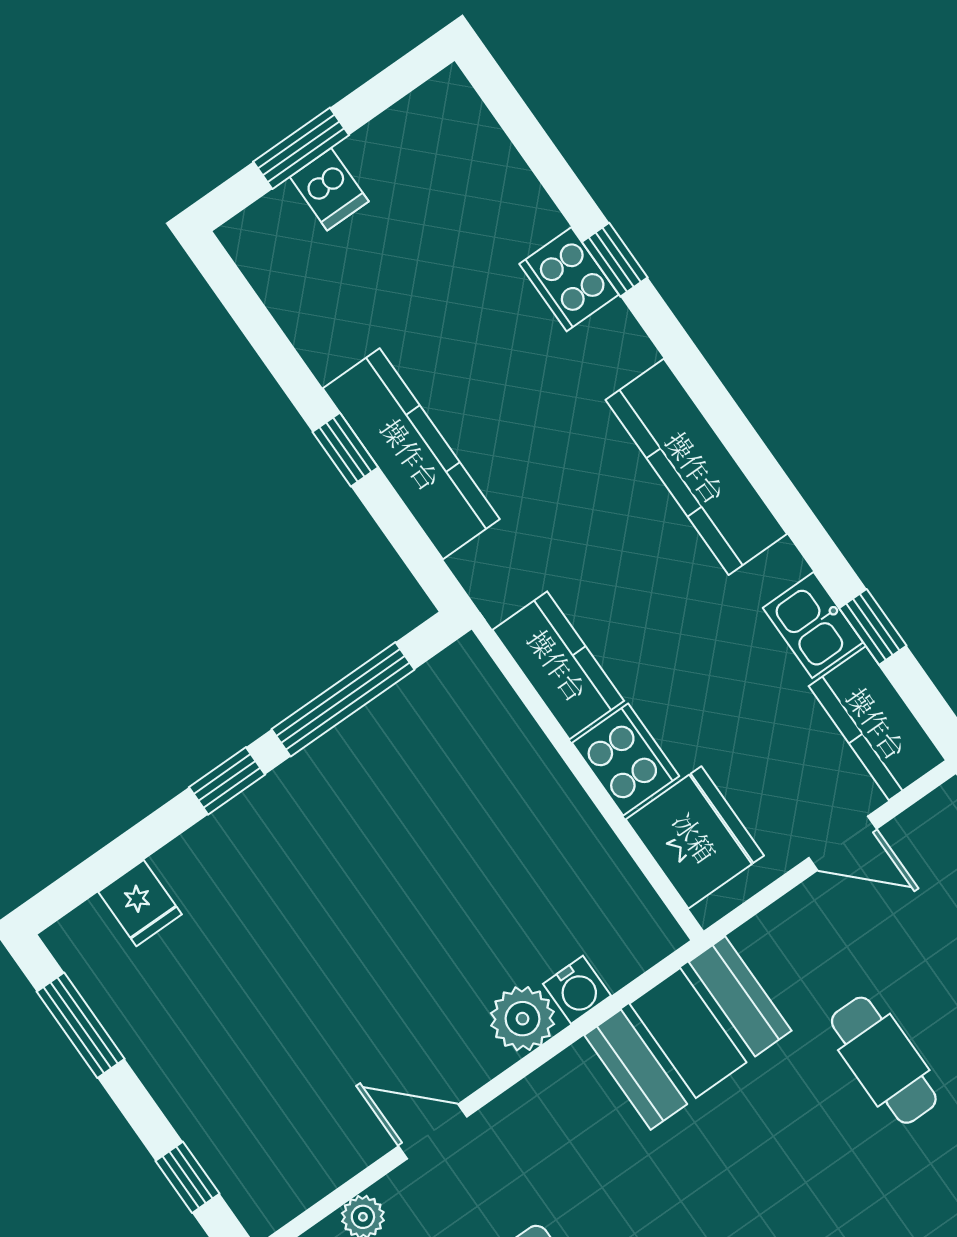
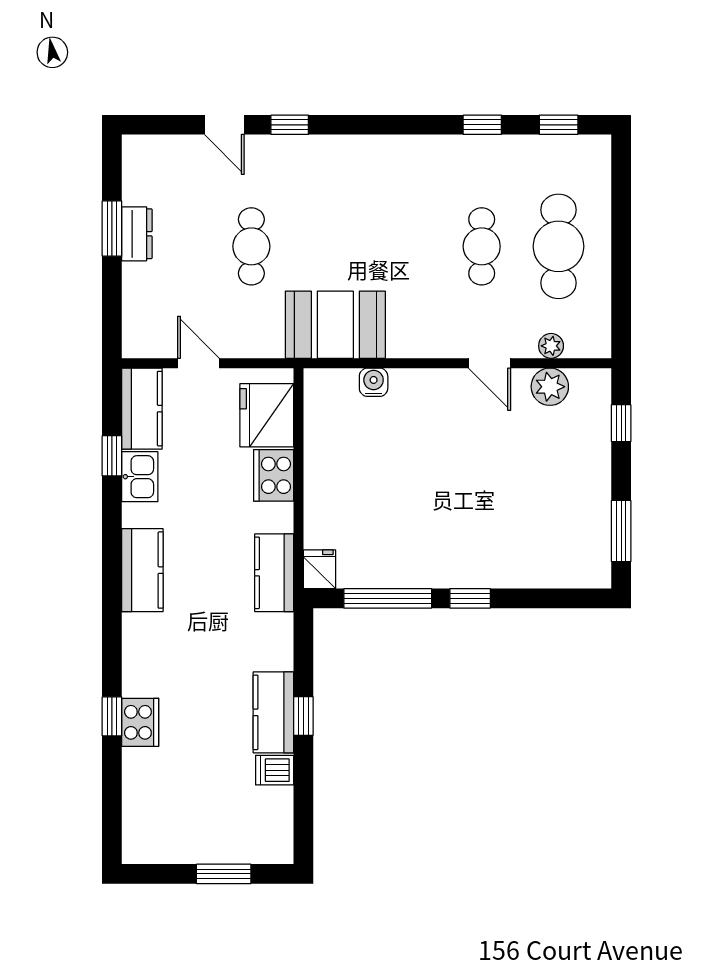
dishwasher: (329, 189) -> (275, 770), moved, turned -90
kitchen counter: (411, 454) -> (273, 712), width x0.67
kitchen counter: (696, 467) -> (142, 570), width x0.67
kitchen counter: (558, 665) -> (274, 573), moved
fridge: (140, 903) -> (319, 569), moved
plant: (523, 1019) -> (550, 387), moved

